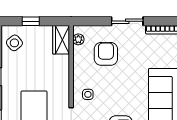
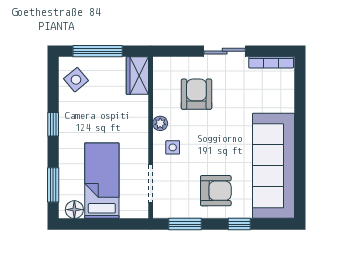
window: (31, 21) -> (98, 51), width x2.17
plant: (78, 39) -> (160, 123), moved

